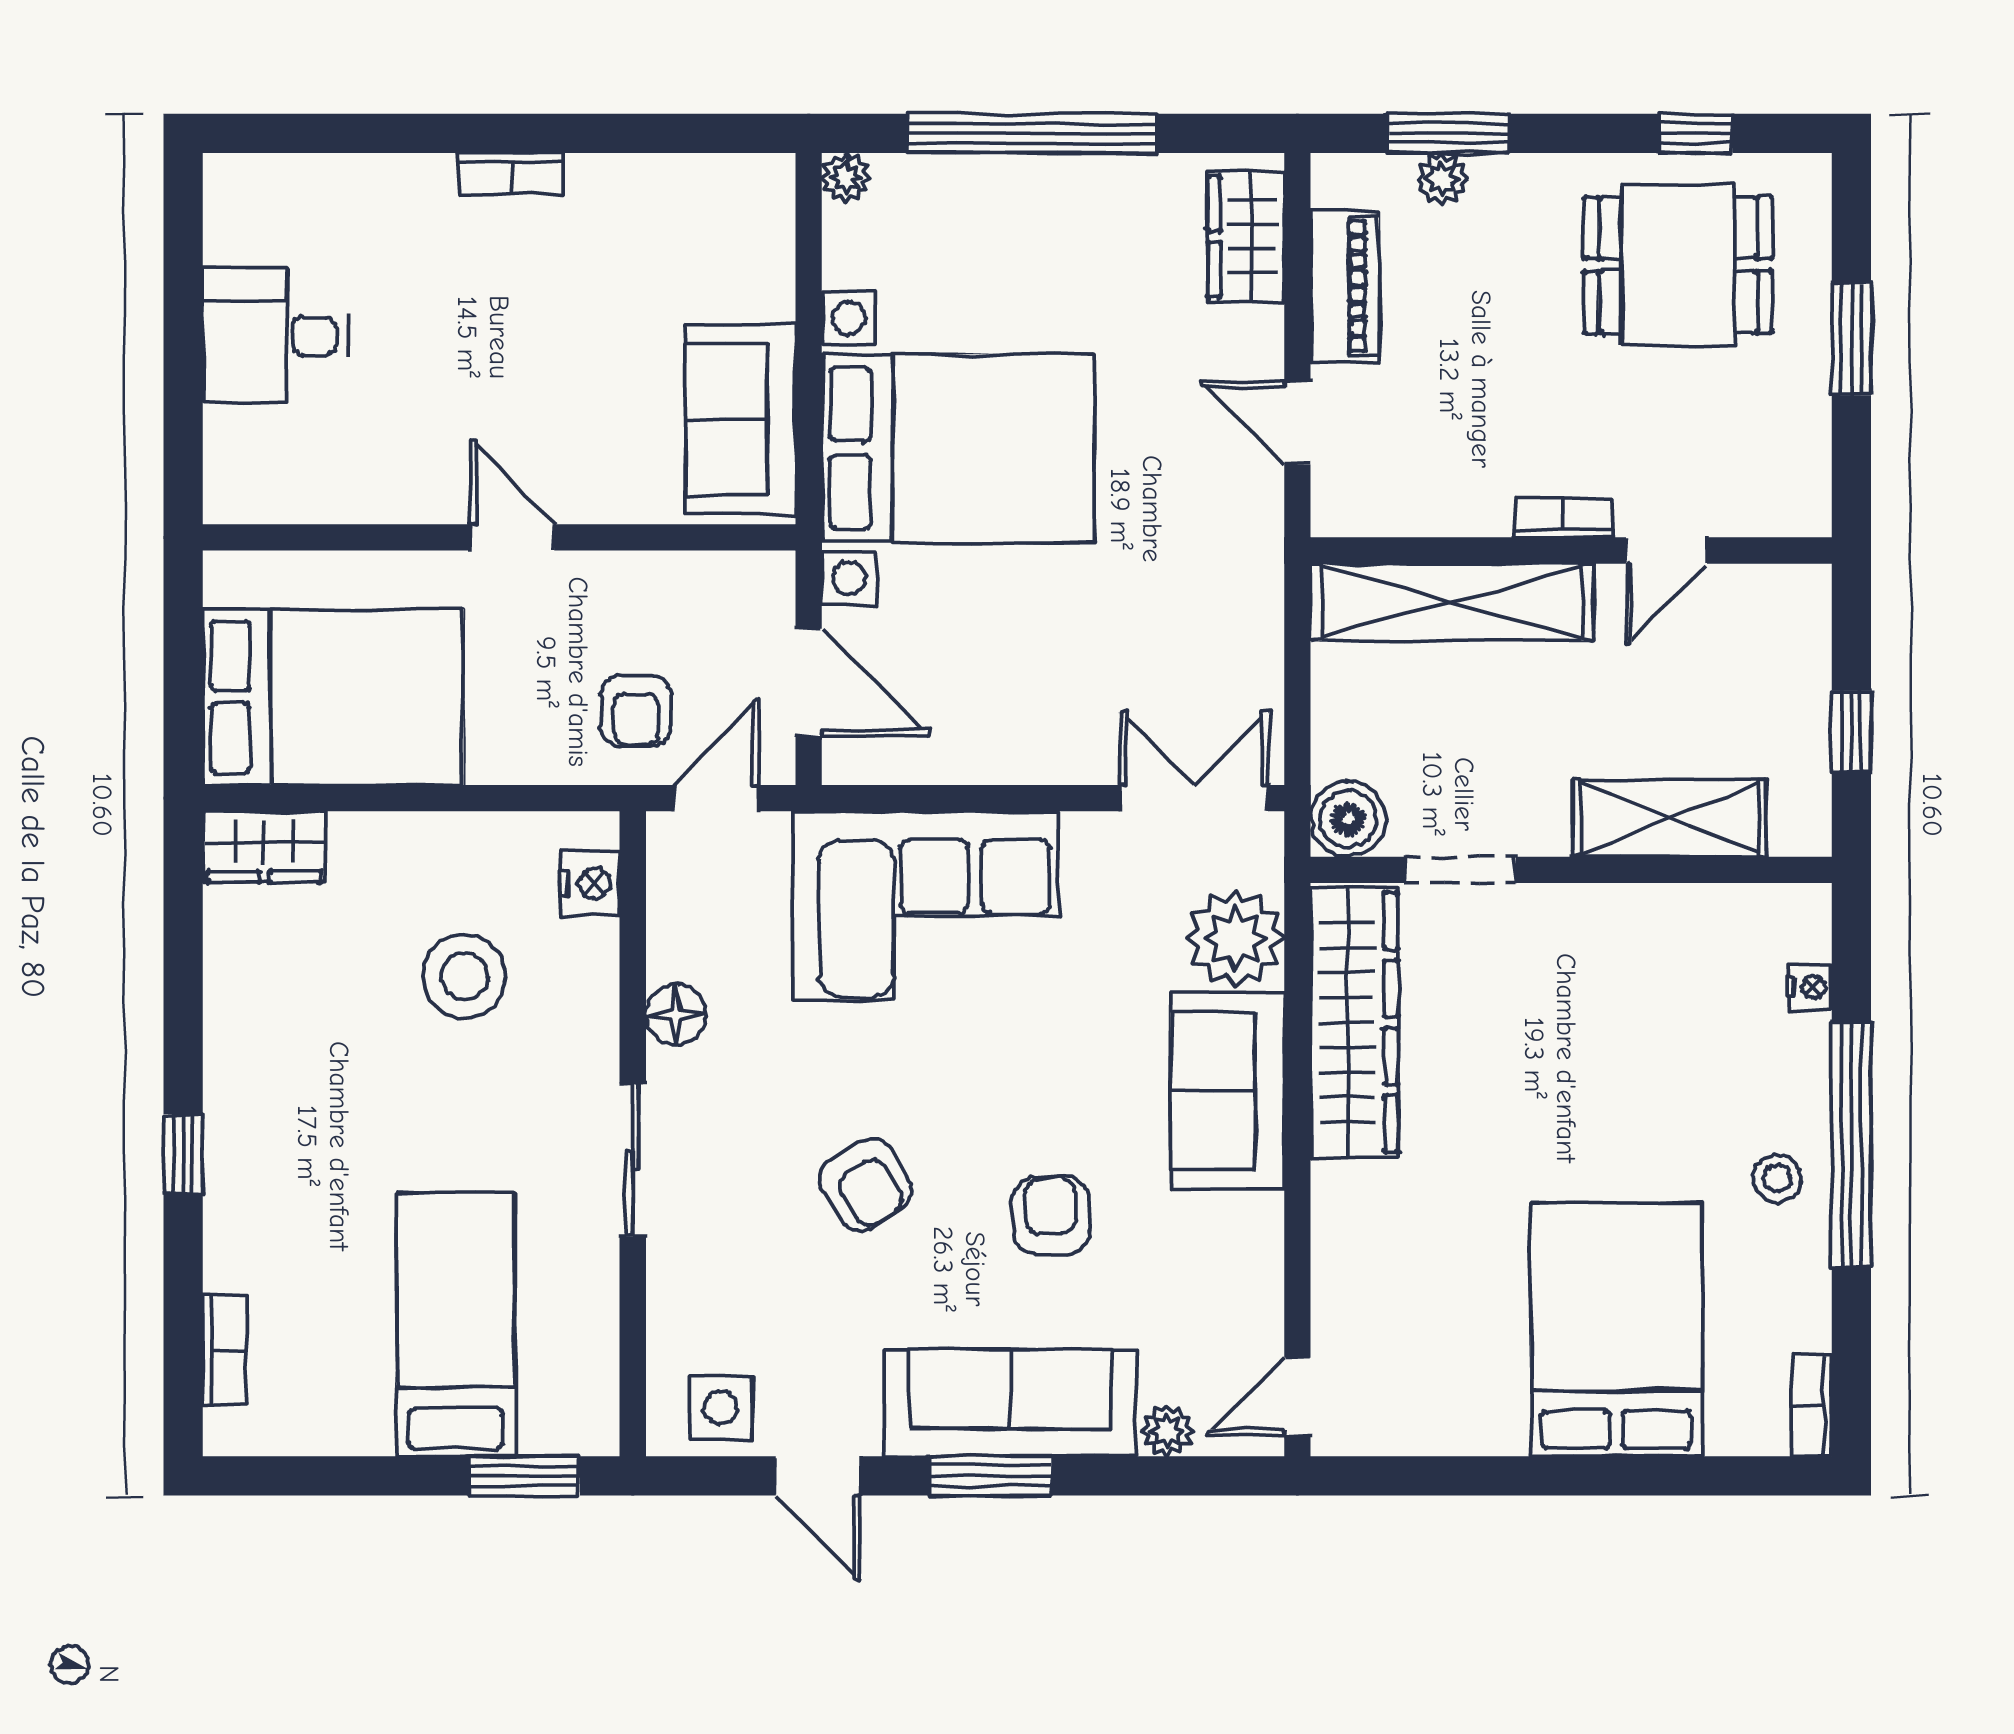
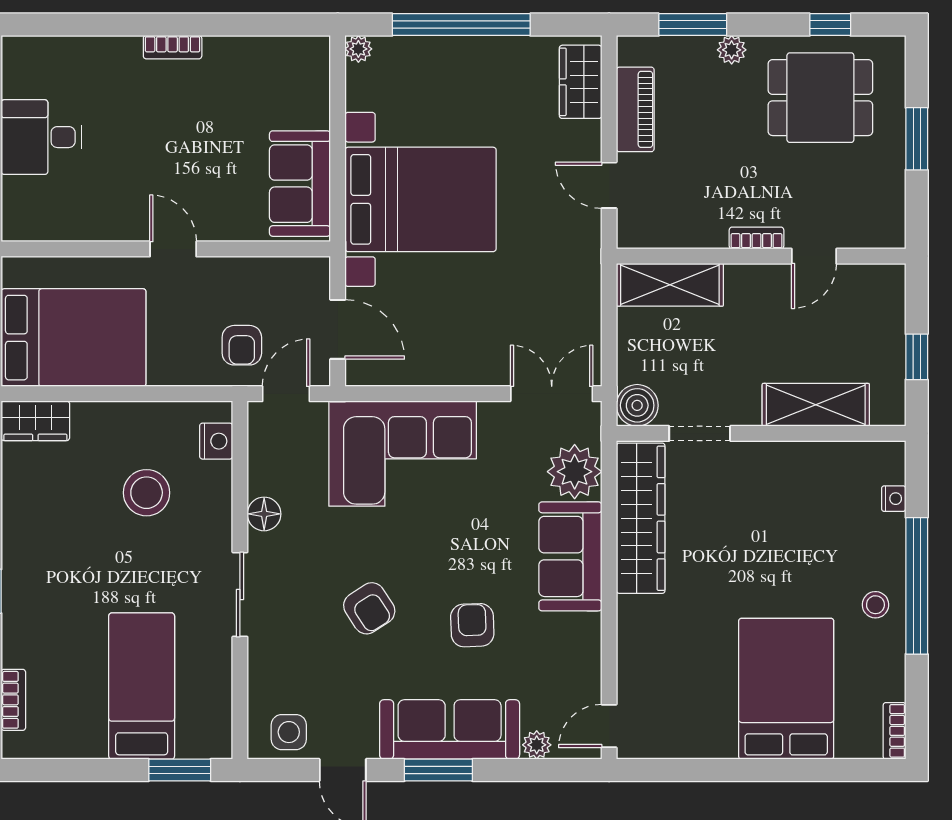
plant: (1442, 179) -> (732, 50), moved
shelving: (1452, 602) -> (670, 285), width x0.68

